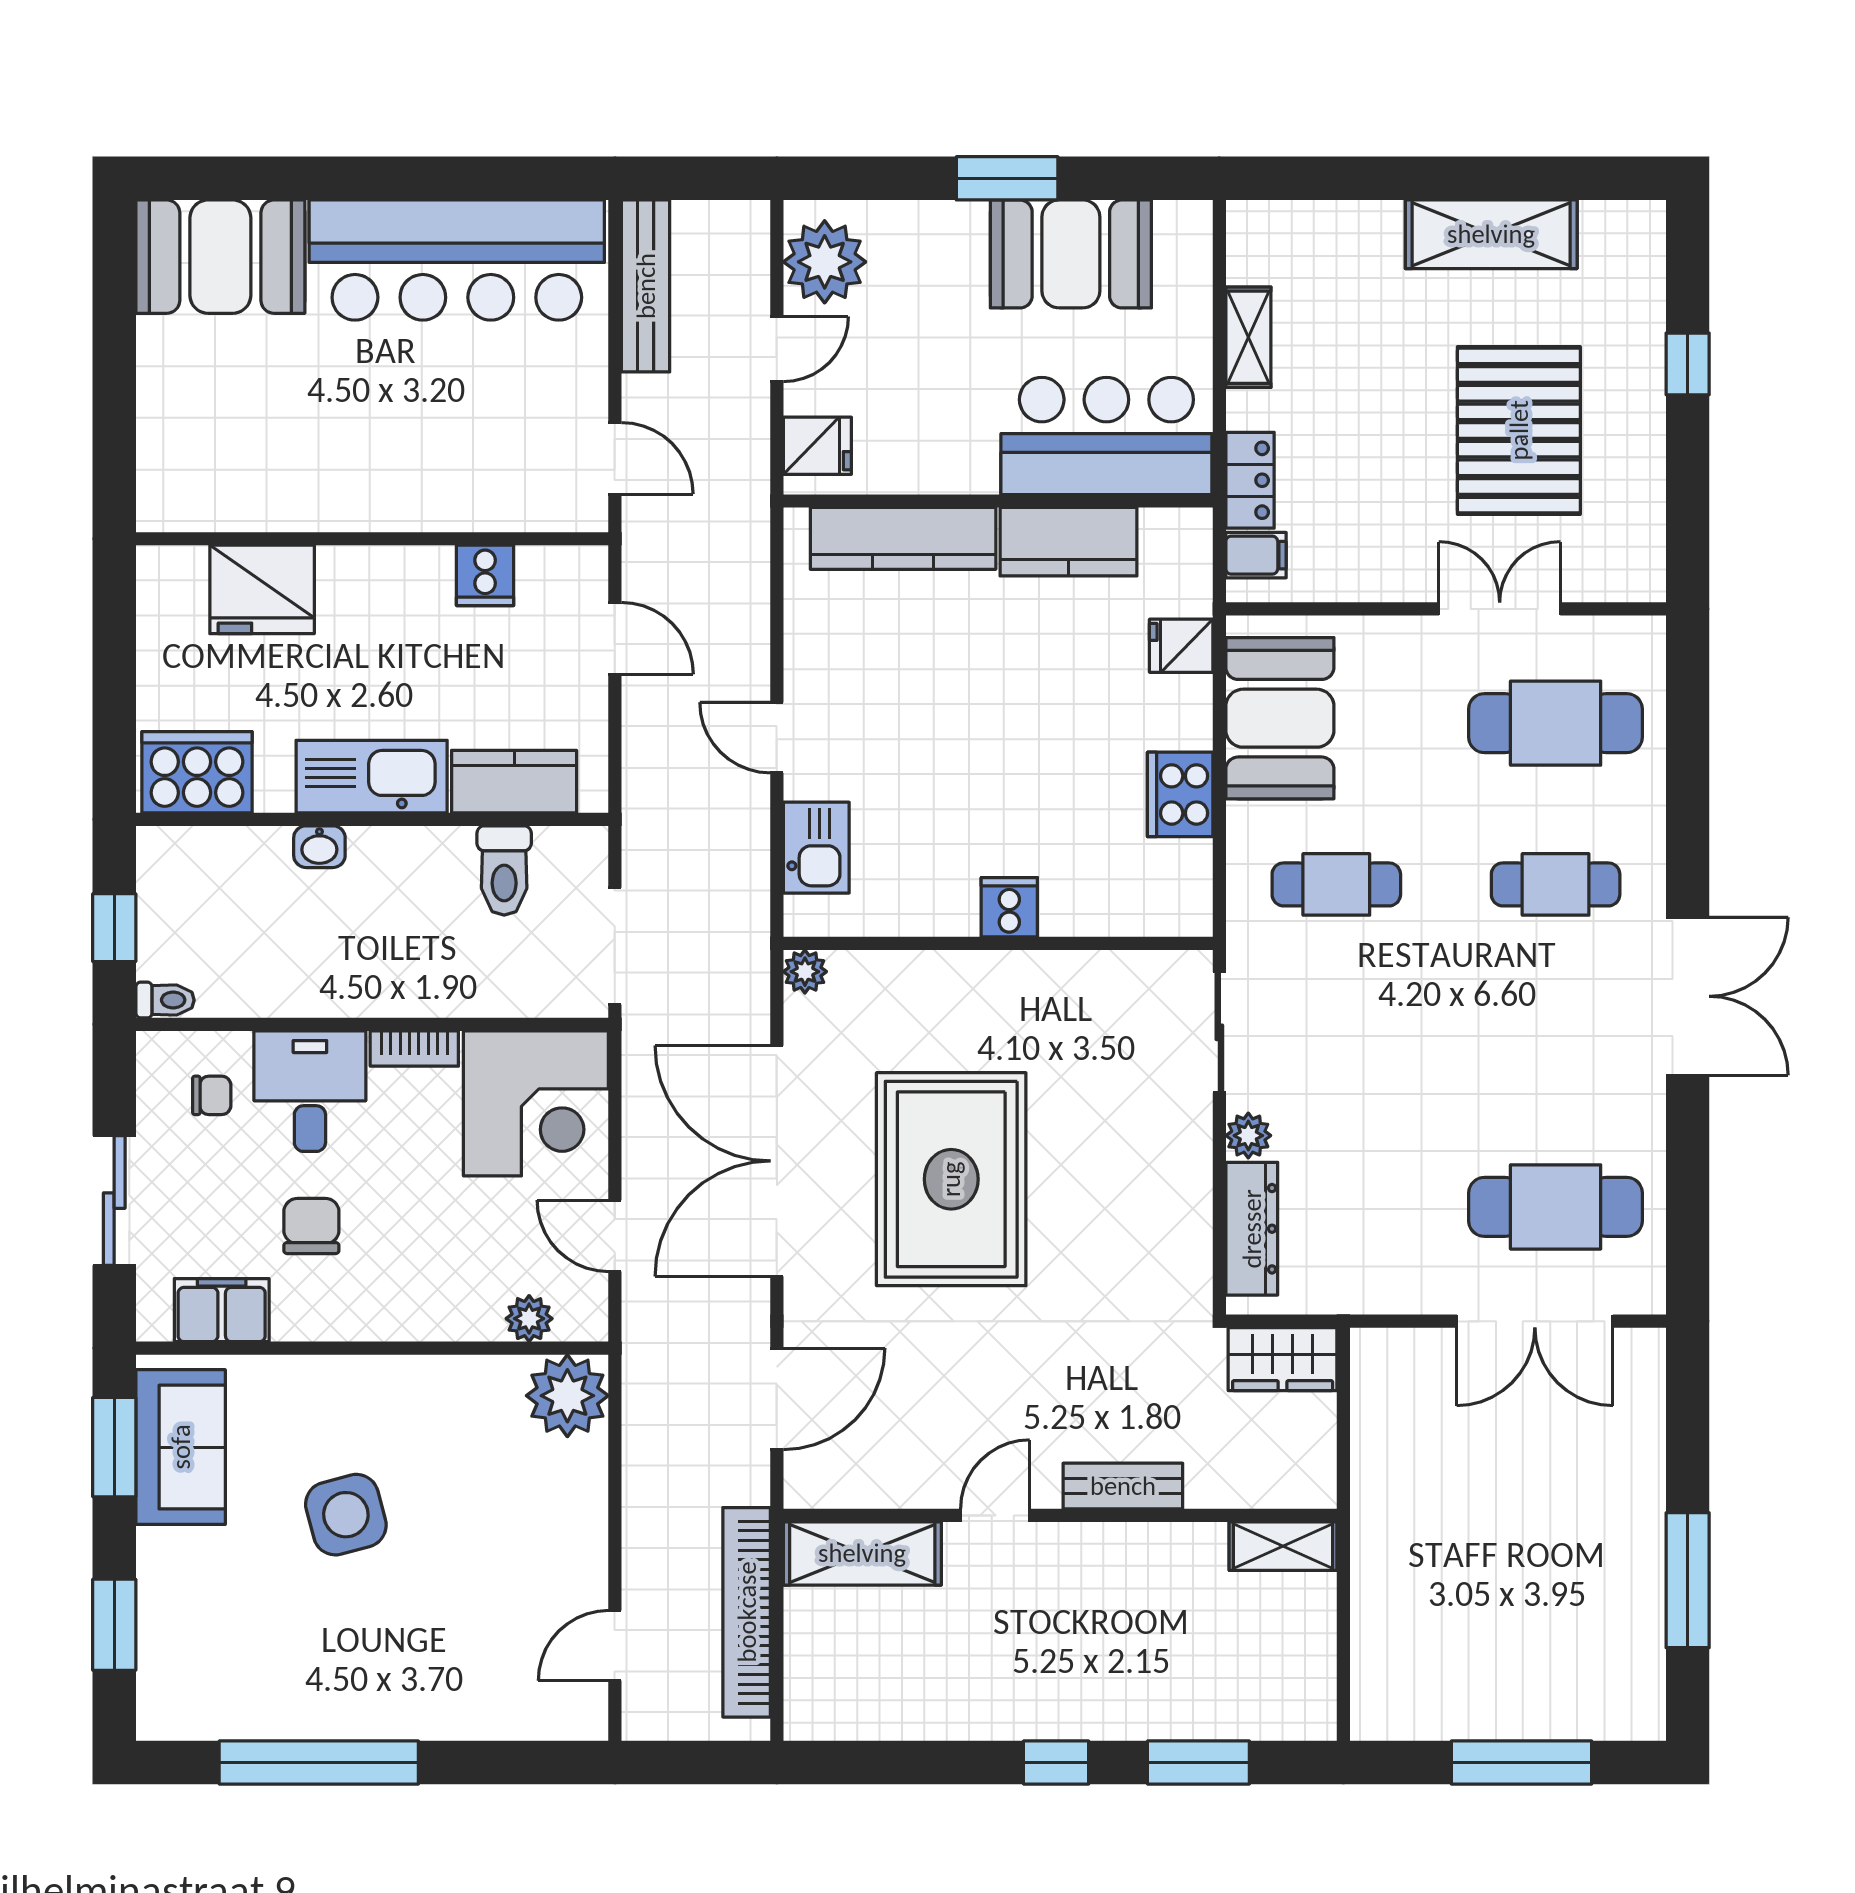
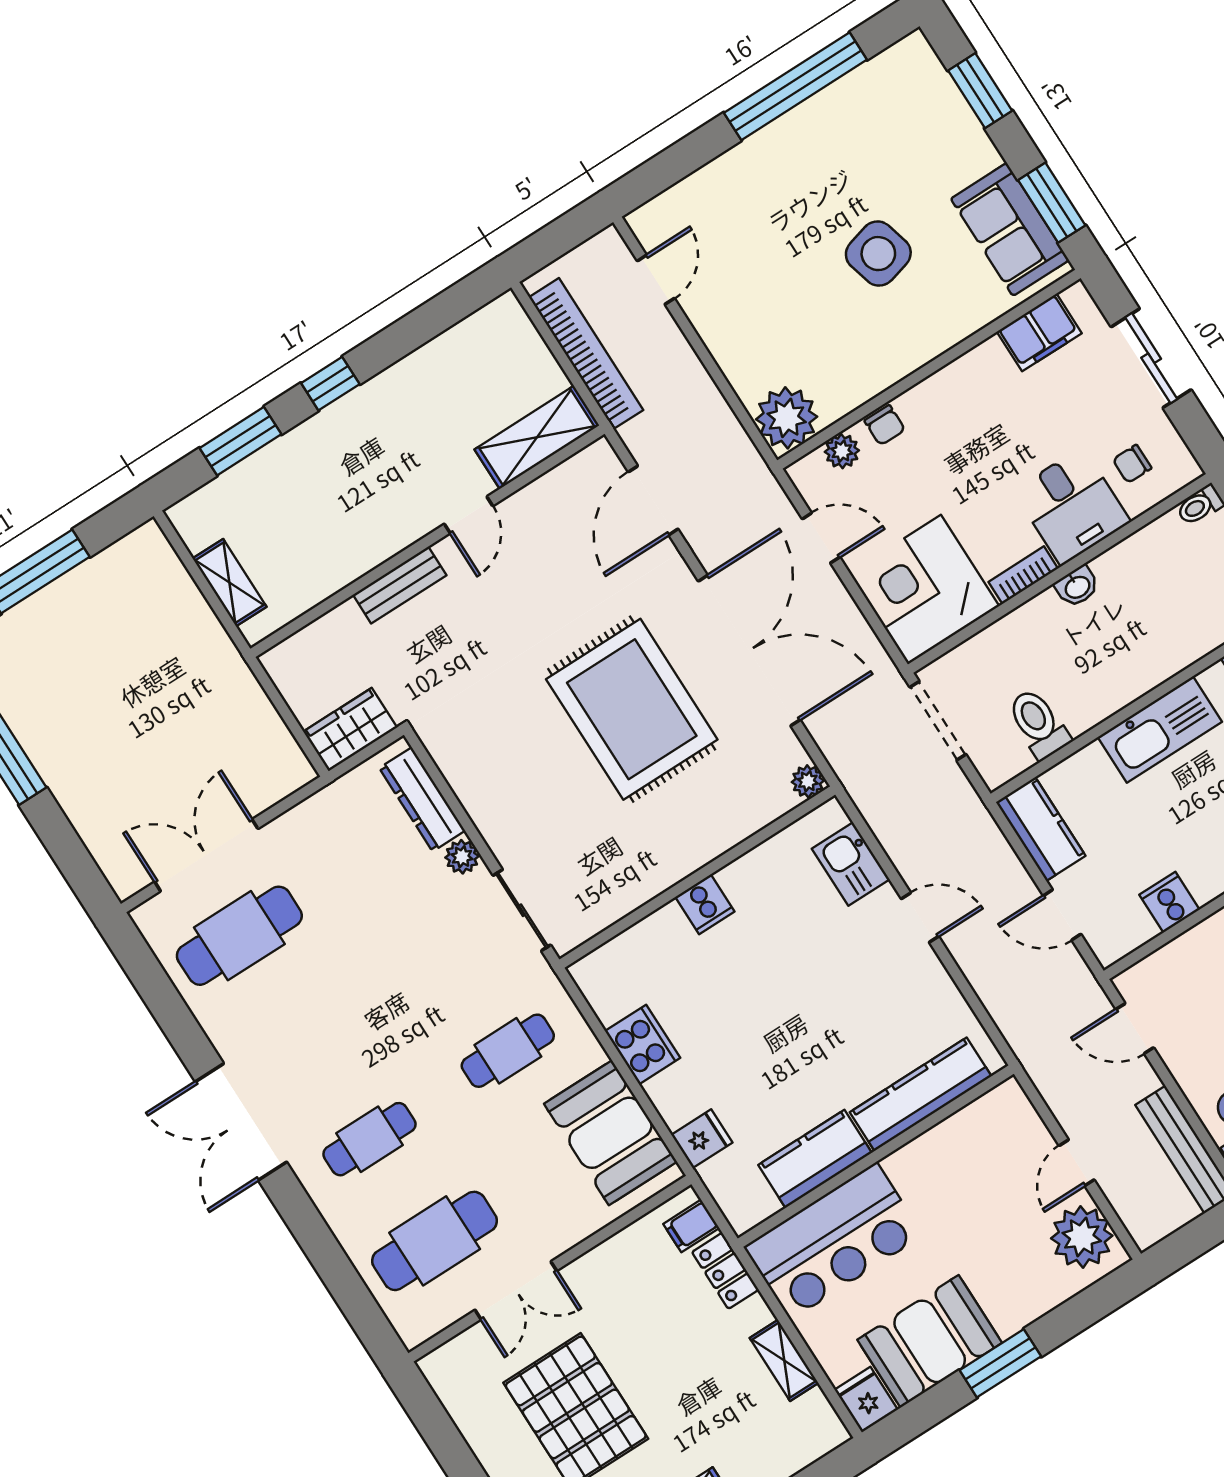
fridge: (817, 446) -> (866, 1400), moved, turned 90
kitchen counter: (514, 782) -> (1041, 829), moved, turned -90
washbasin: (319, 847) -> (1077, 587), moved, turned 180
chair: (311, 1226) -> (885, 425), moved, width x0.73, depth x0.73
shelving: (1283, 1546) -> (229, 583), moved, turned 90

